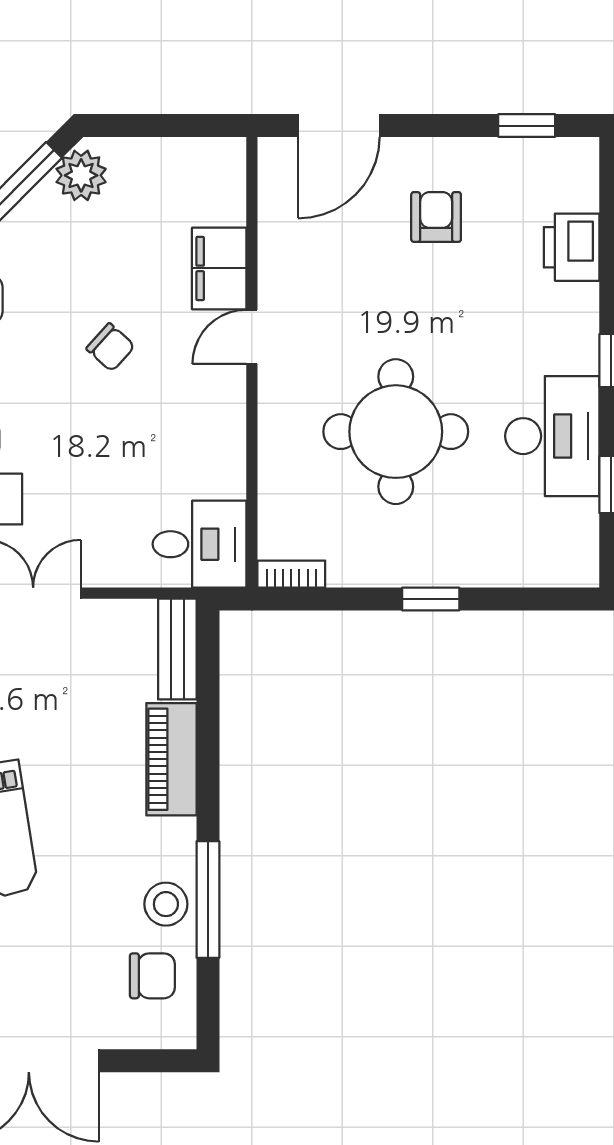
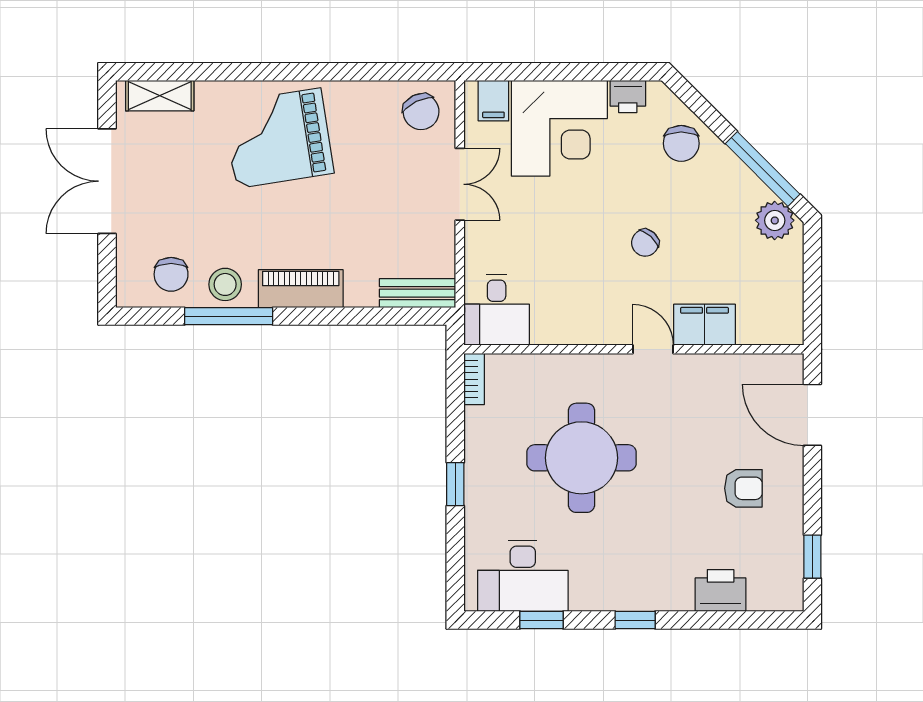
desk: (552, 436) -> (523, 576), moved
piano: (171, 759) -> (301, 289), moved

